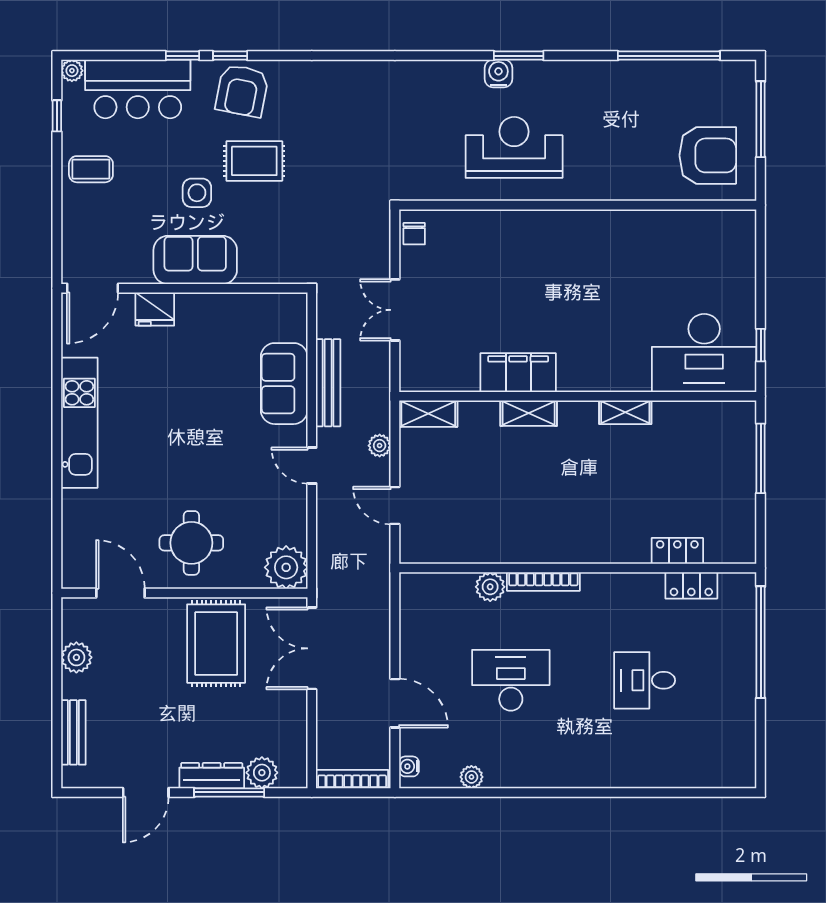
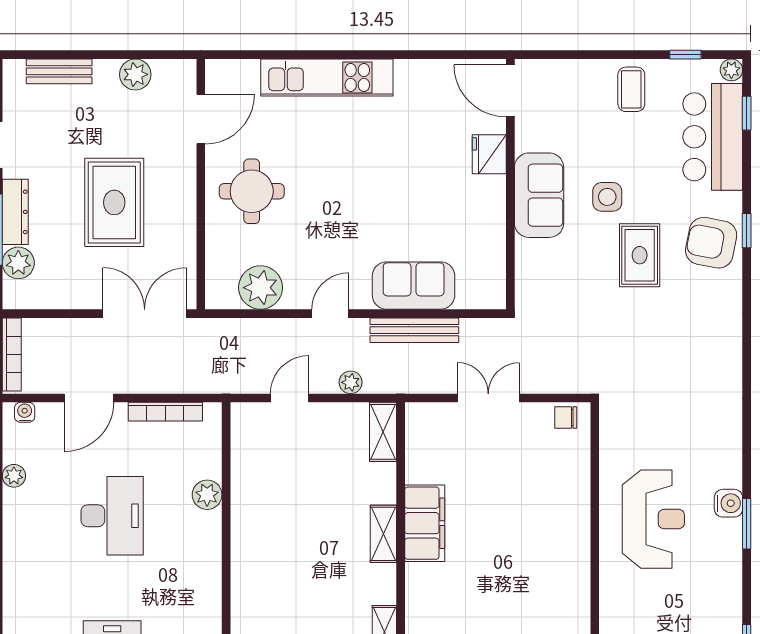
window: (182, 56) -> (747, 113), moved
kitchen unit: (79, 423) -> (327, 77), moved
plant: (286, 567) -> (261, 288), moved
bookcase: (543, 582) -> (165, 412), moved, turned -90
rug: (216, 644) -> (114, 202), moved, turned 90

